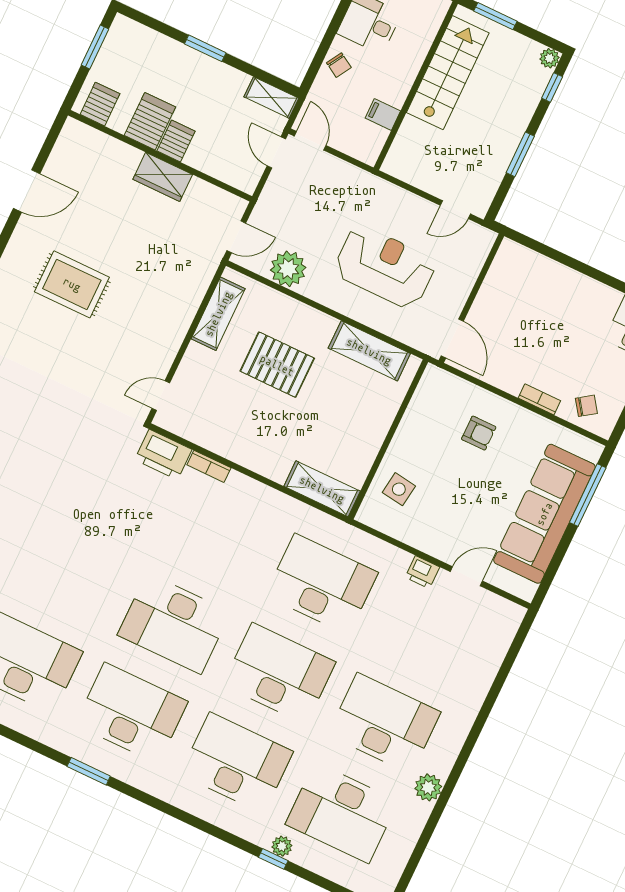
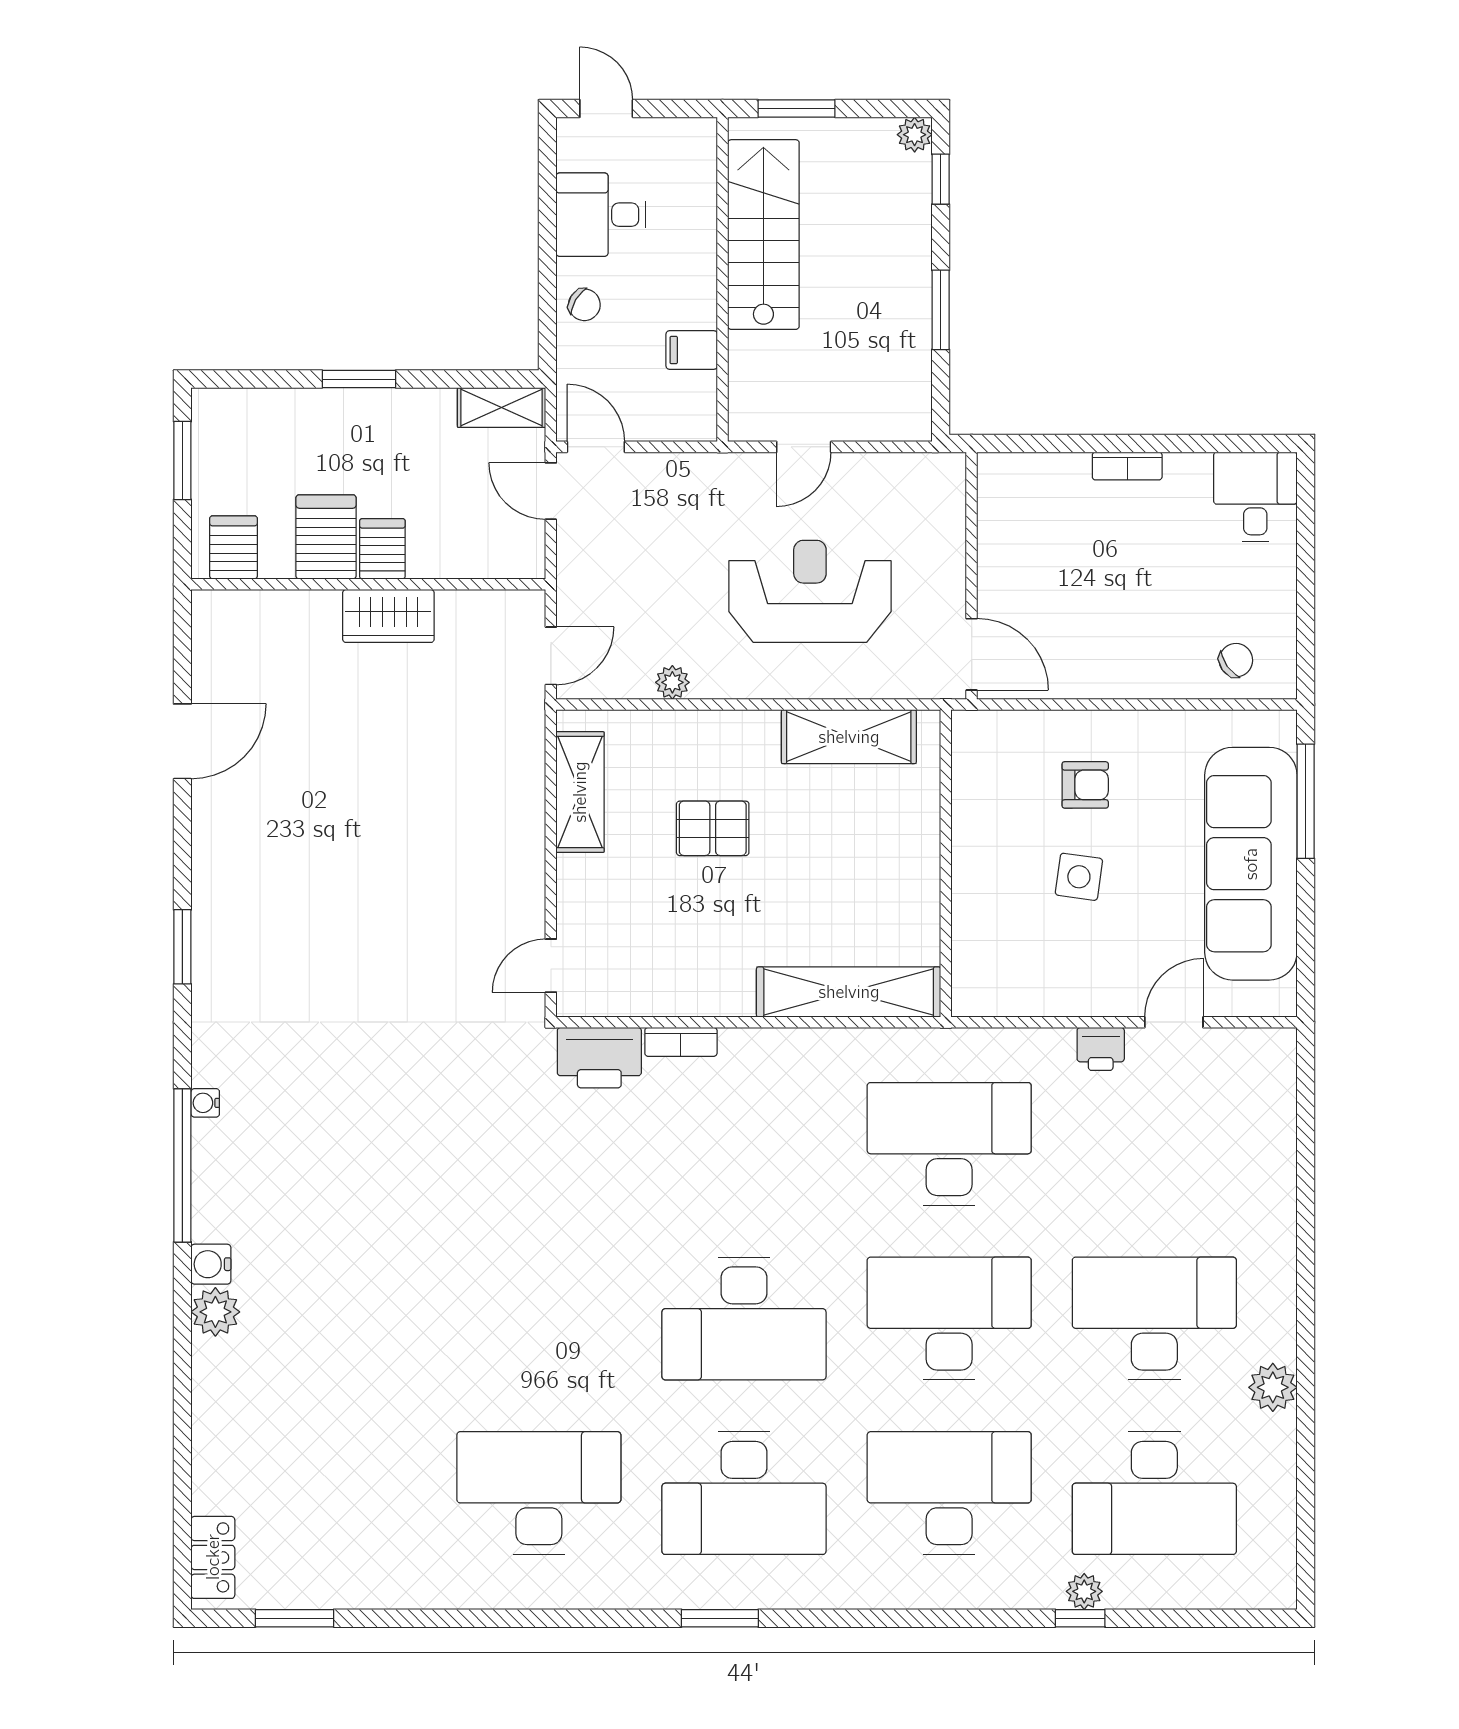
door: (455, 210) -> (804, 447), moved
plant: (288, 269) -> (672, 682), width x0.53, depth x0.53
rug: (72, 284) -> (325, 856), removed
pallet: (277, 365) -> (713, 828), width x0.67, depth x0.71
bookcase: (539, 399) -> (1127, 466), moved, turned 180
shelving: (322, 489) -> (849, 992), width x1.47
side table: (399, 489) -> (1079, 877), moved
desk: (131, 713) -> (744, 1493), turned 180

